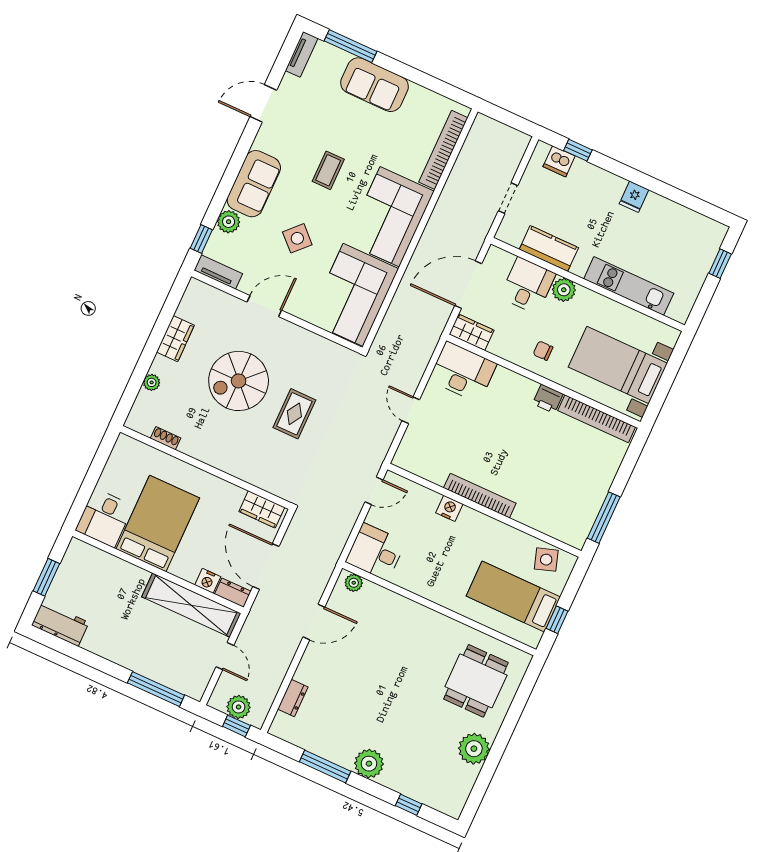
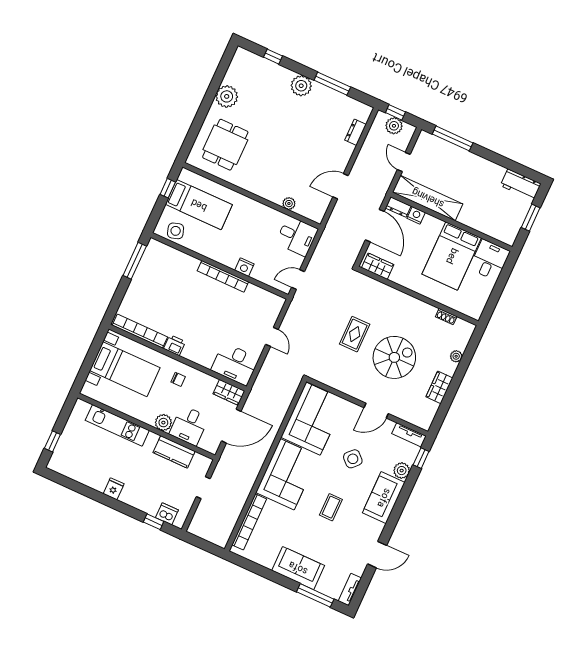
plant: (354, 583) -> (289, 204), moved

